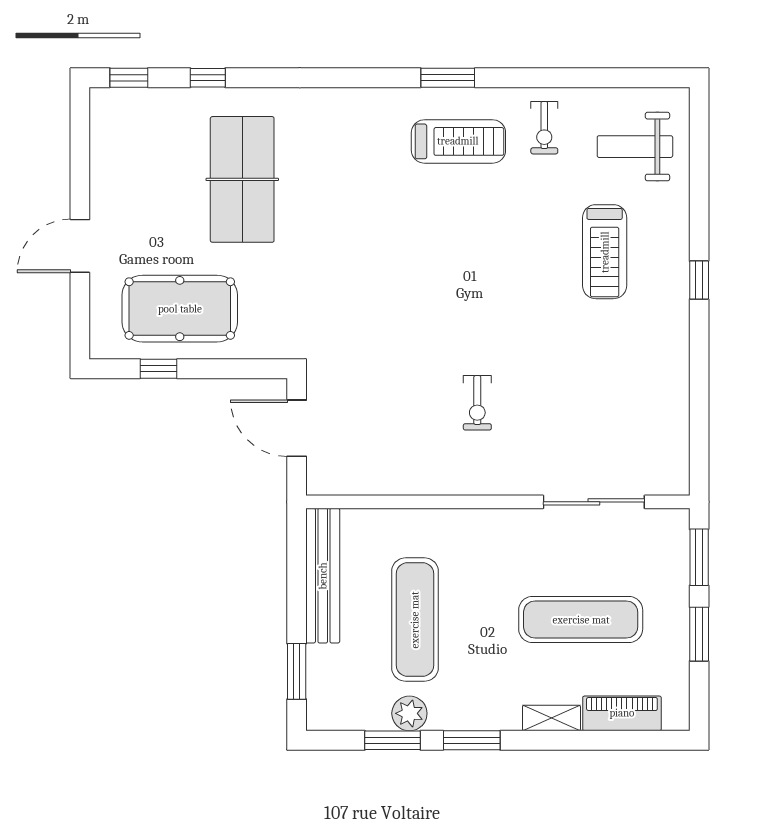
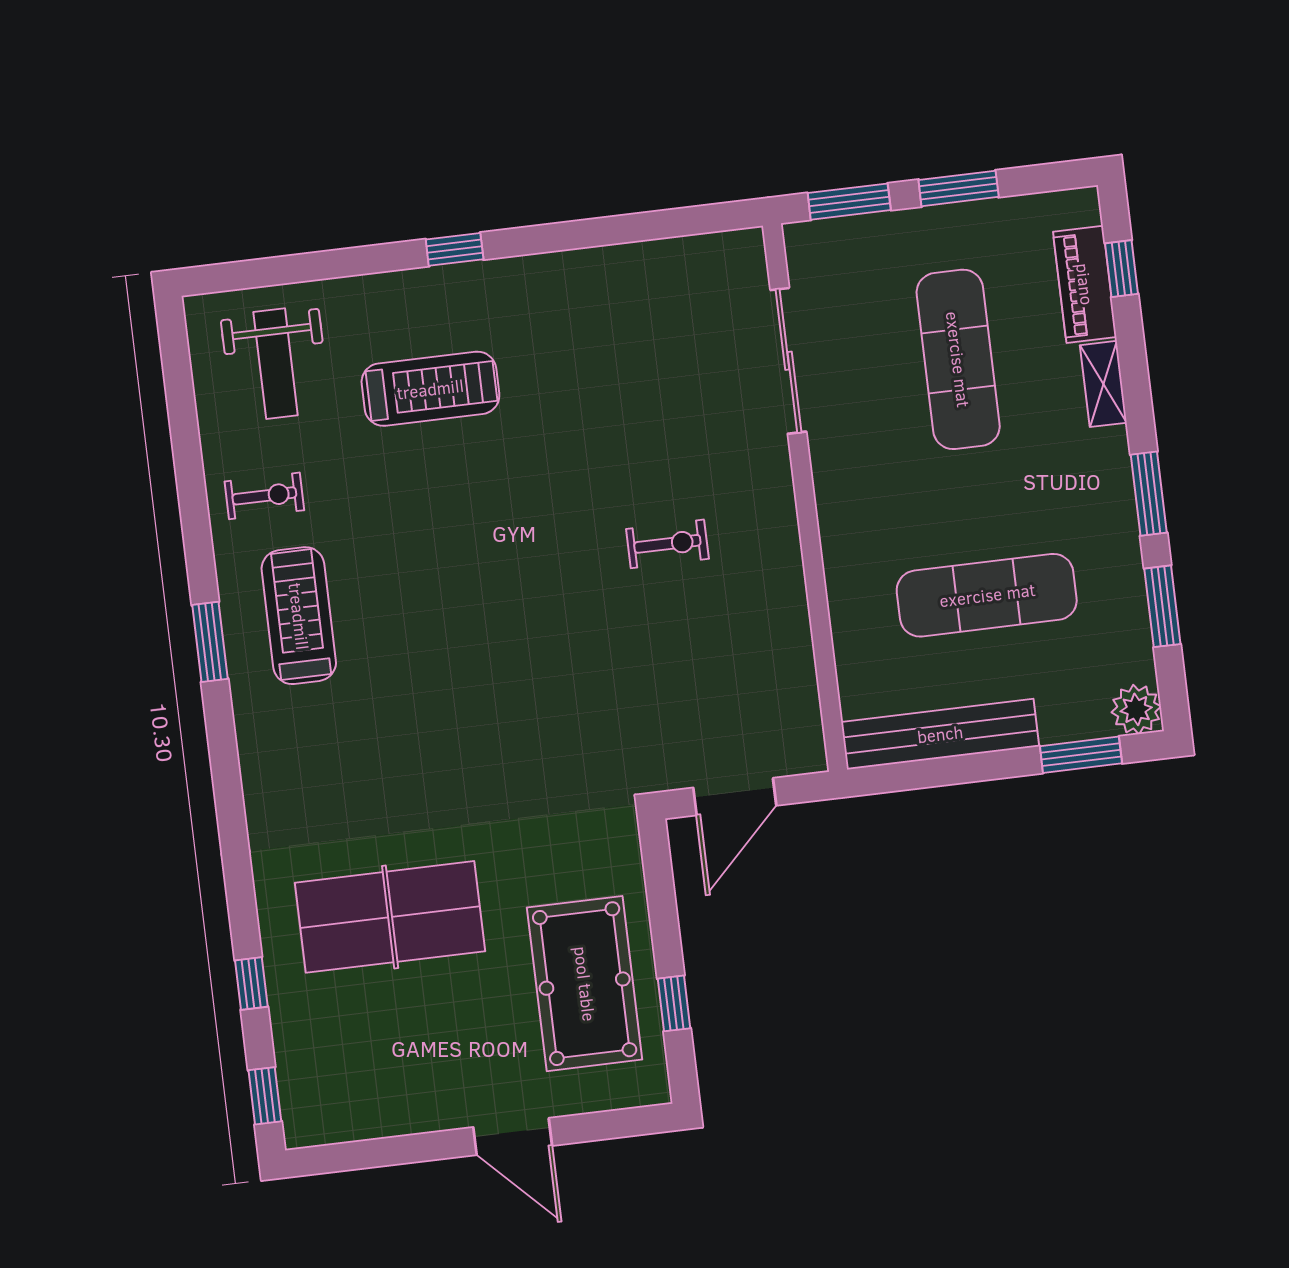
plant: (409, 713) -> (1136, 709), moved
window: (630, 740) -> (1122, 269), added

